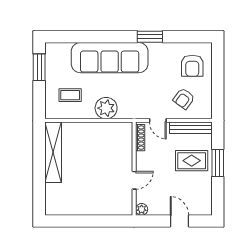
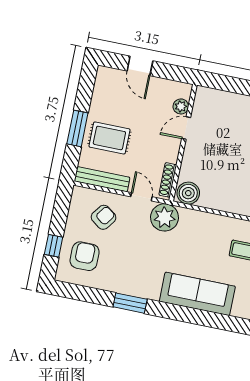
sofa: (110, 58) -> (197, 294), width x0.74, depth x0.79
window: (218, 69) -> (54, 246), added
plant: (106, 108) -> (165, 217), moved
boiler: (122, 131) -> (188, 193), added
plant: (142, 209) -> (181, 106), moved

